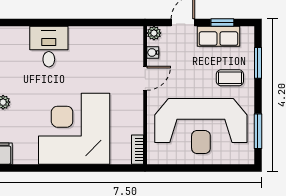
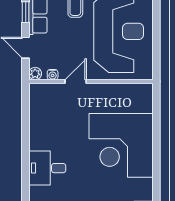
door: (145, 78) -> (76, 82), hinge flipped
bookcase: (137, 150) -> (140, 88), removed

